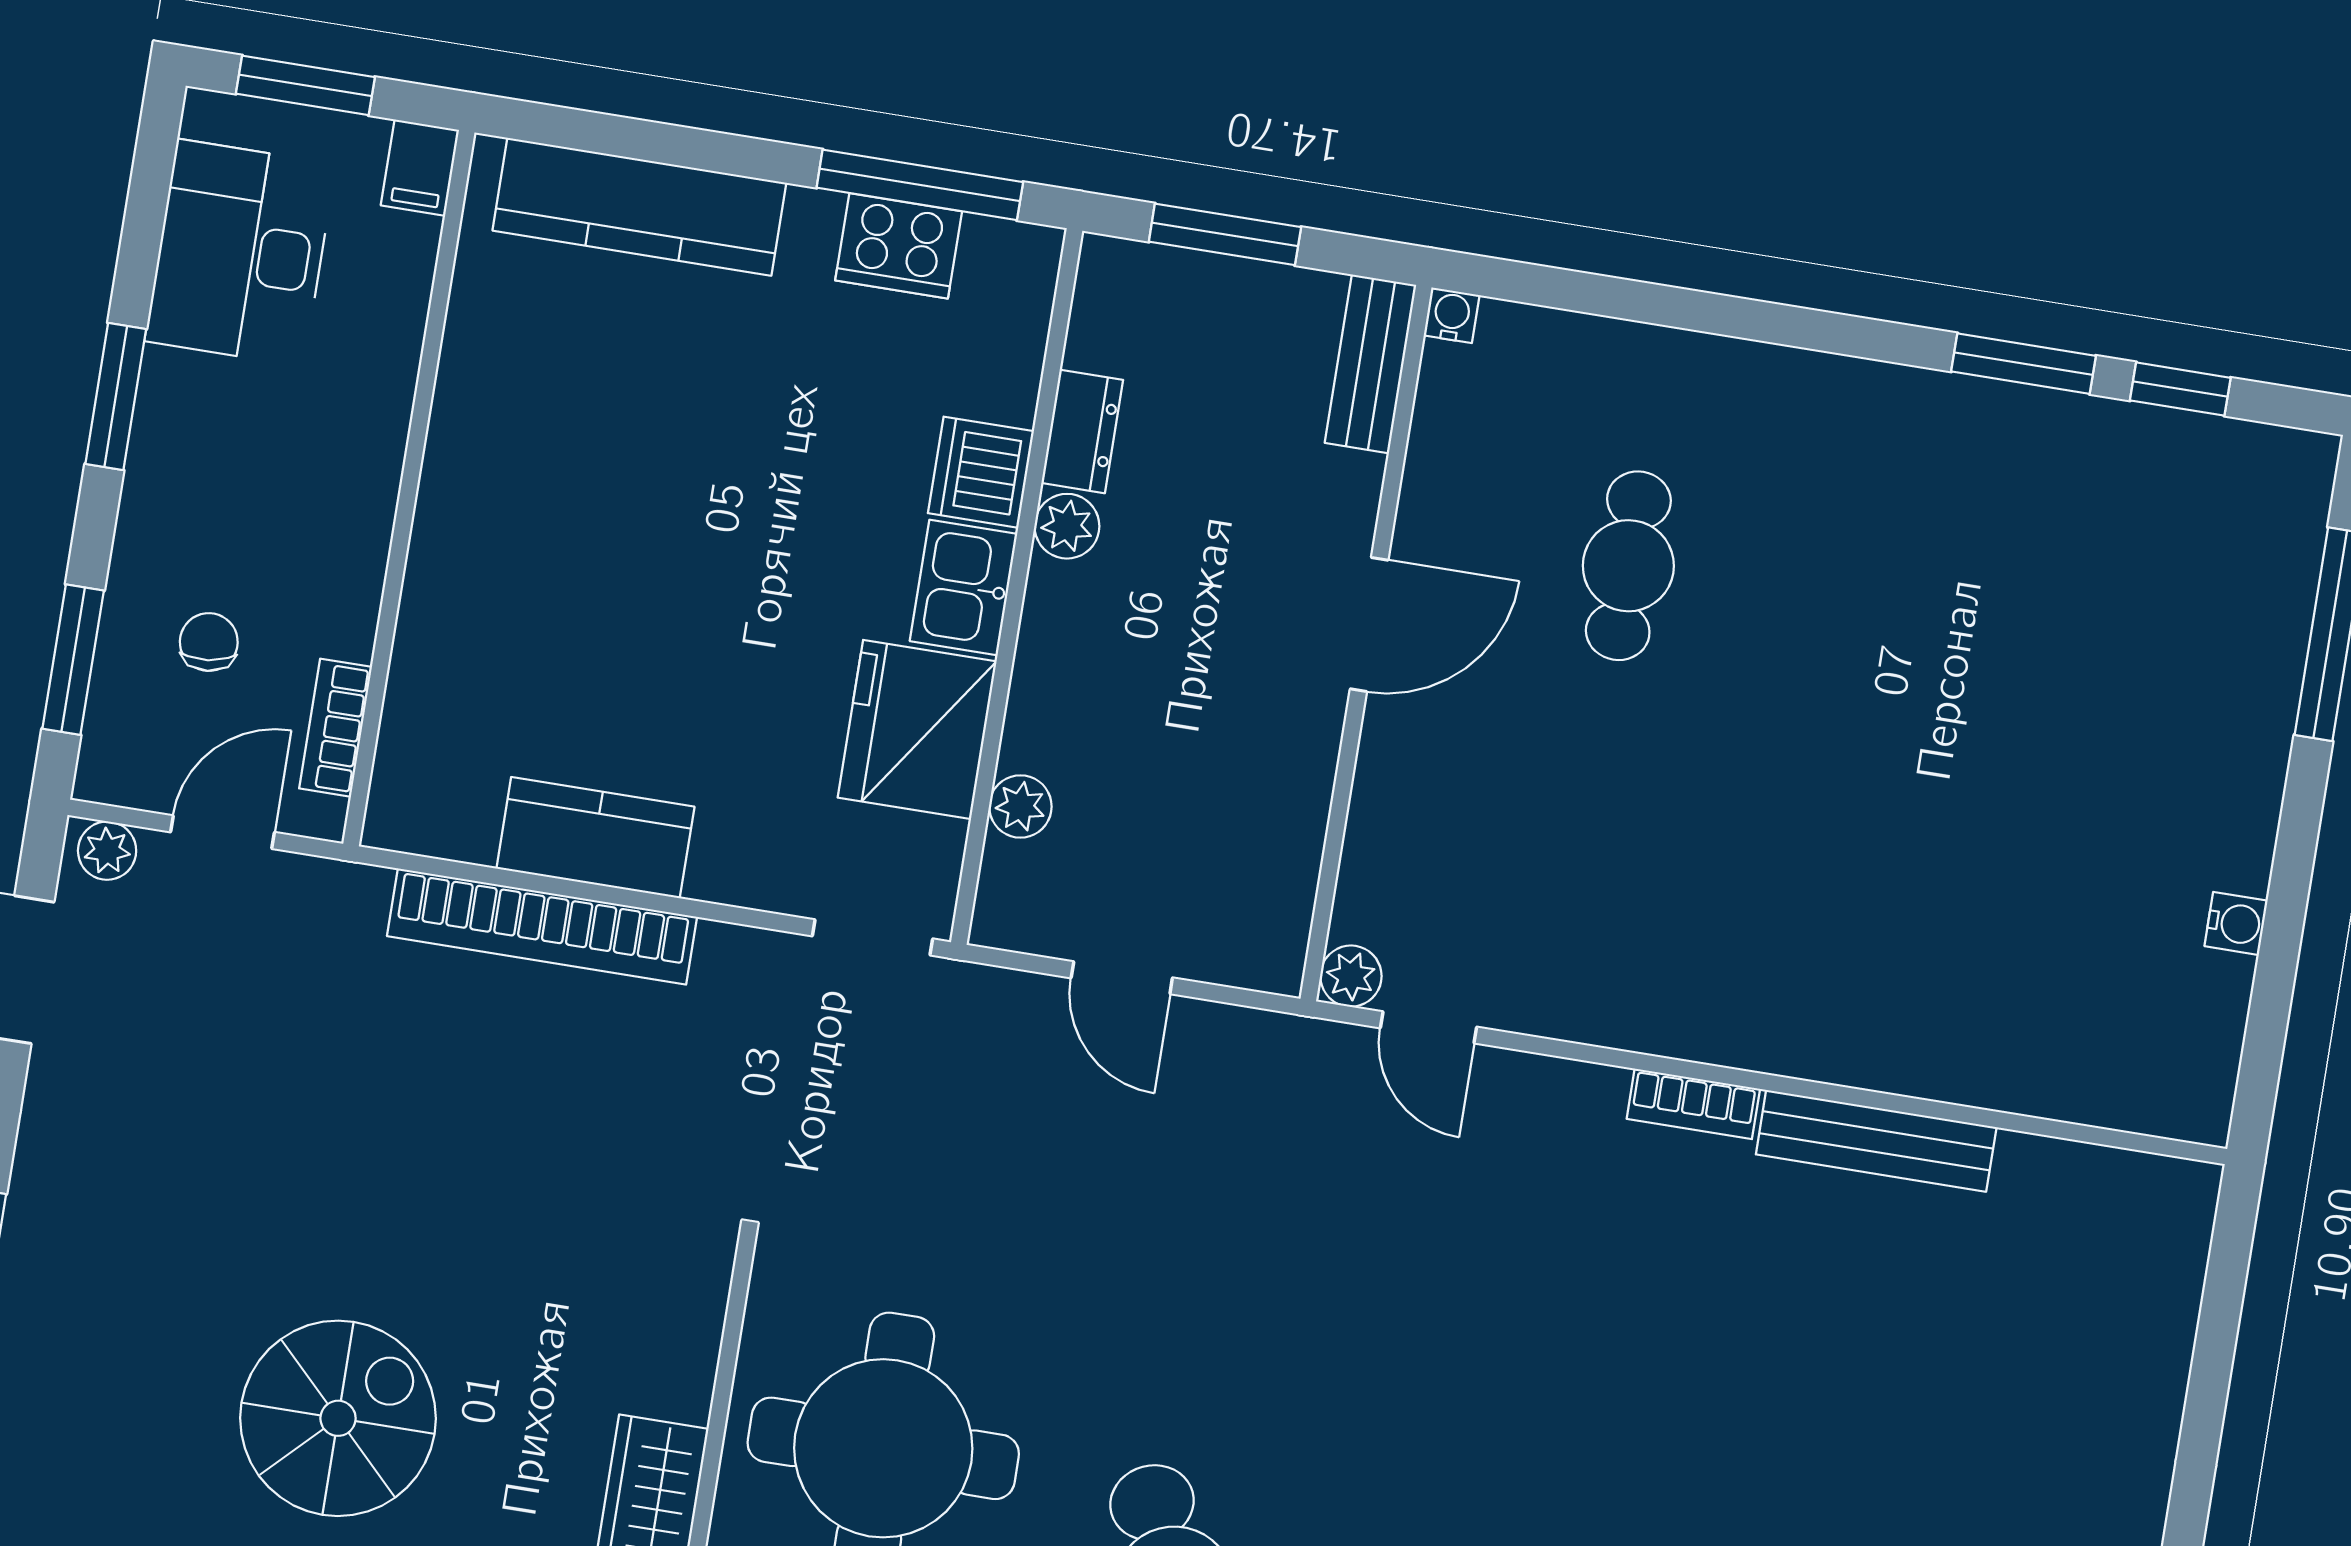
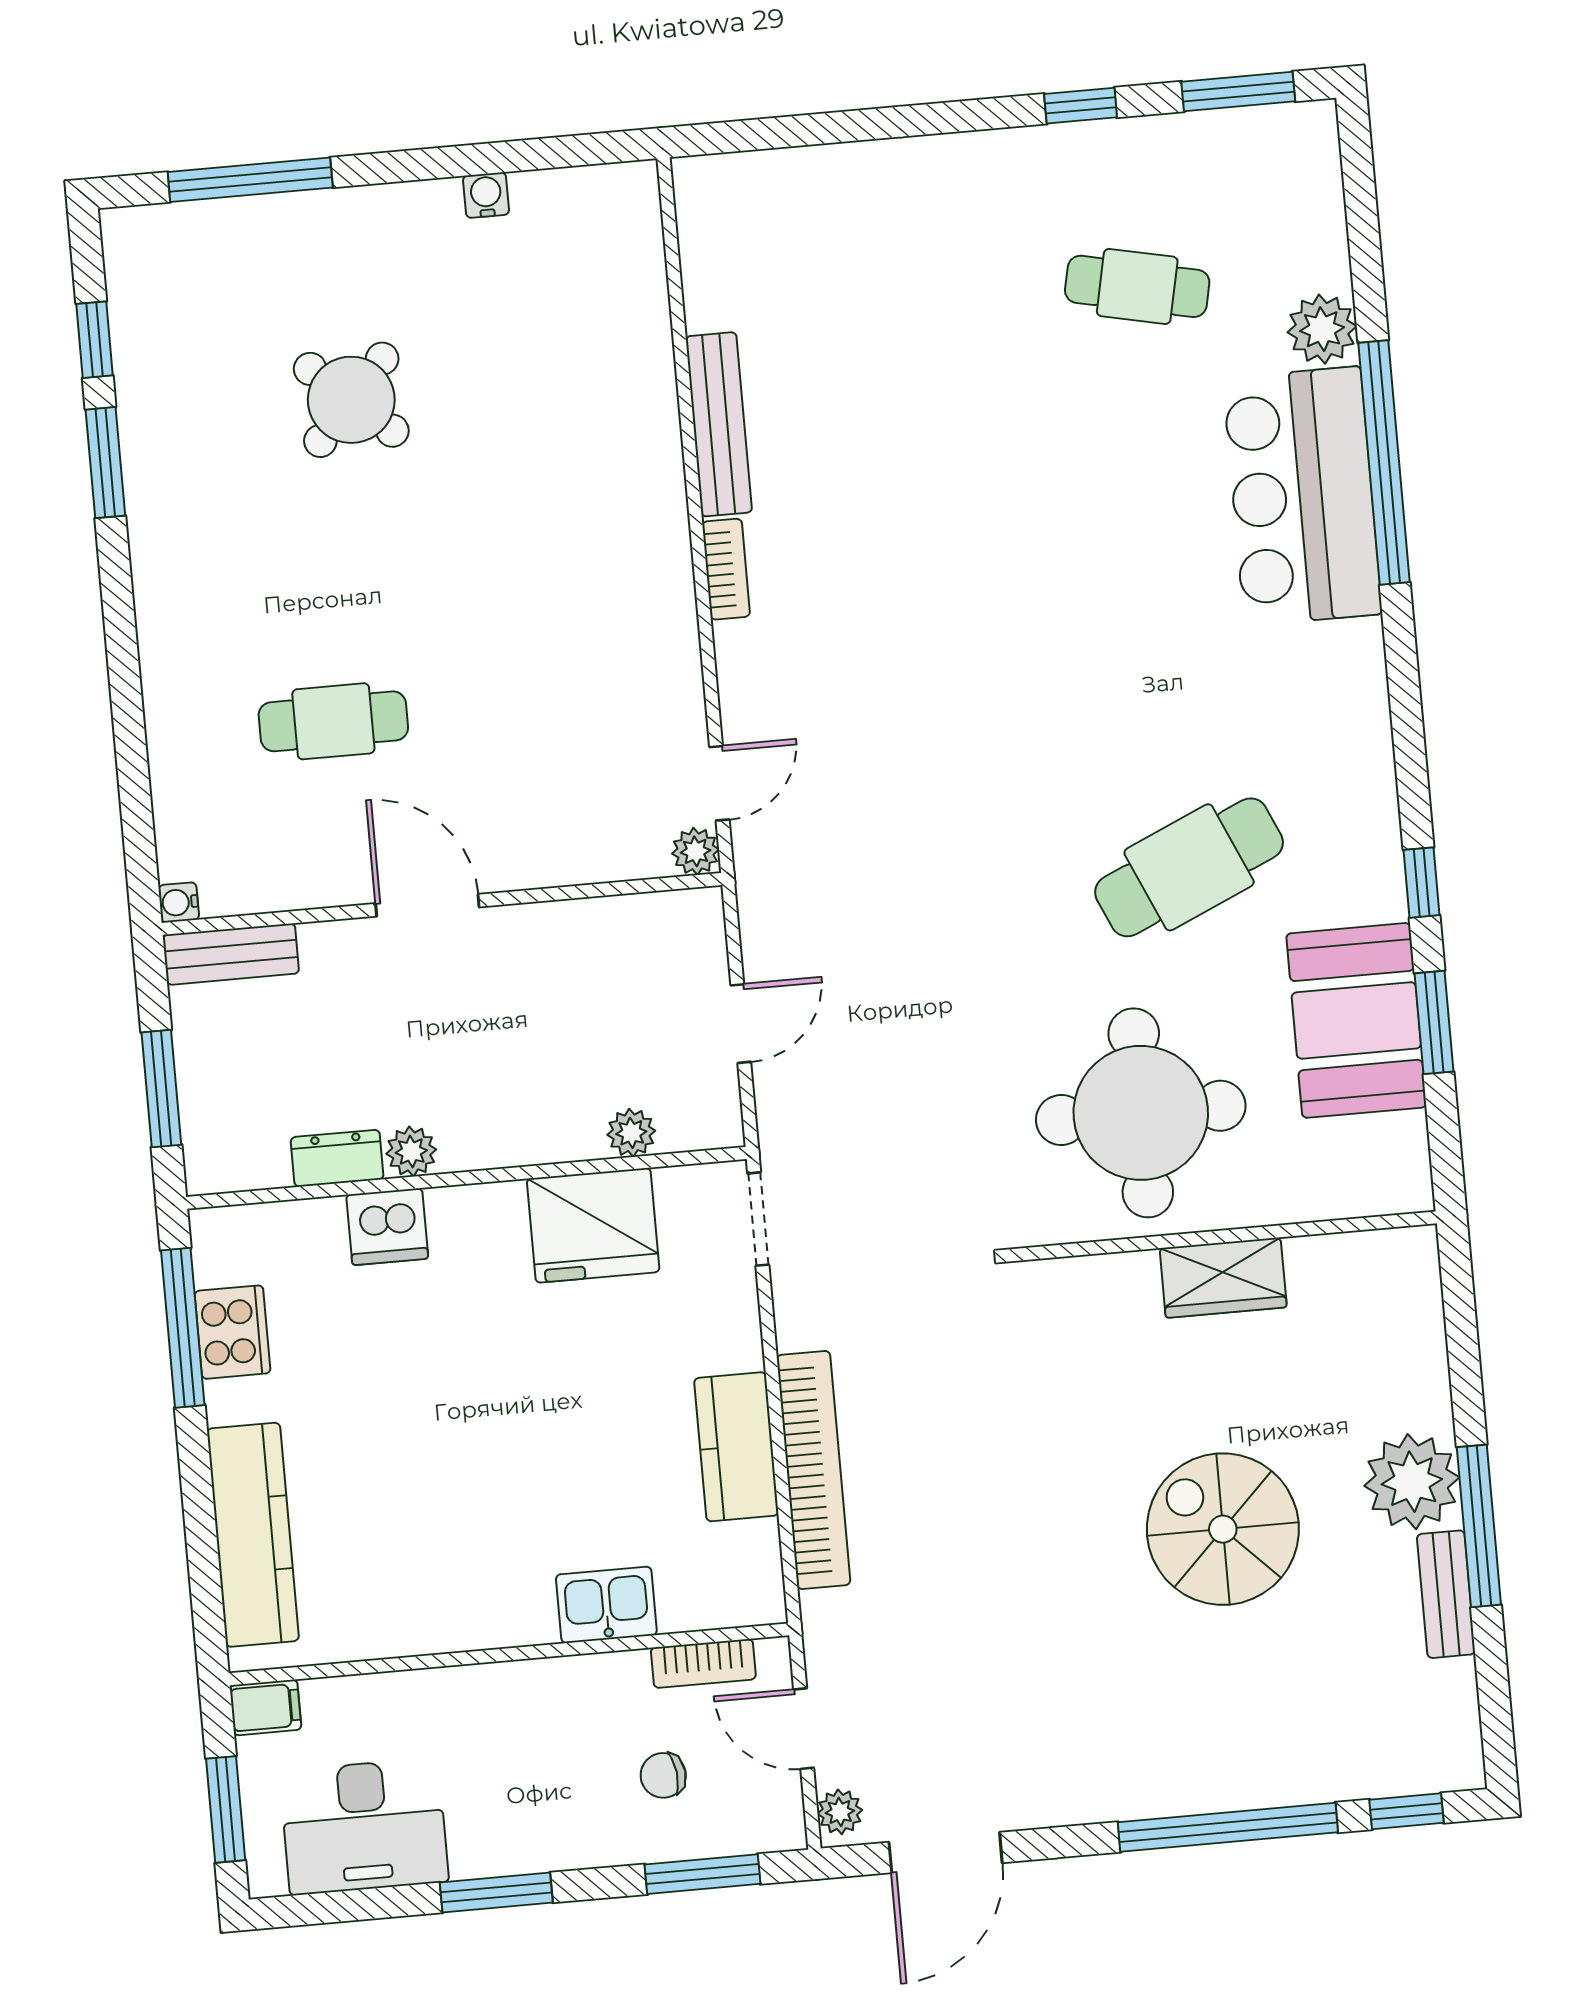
kitchen sink: (963, 588) -> (606, 1605), moved, turned 180
round table: (2024, 690) -> (351, 400), added

